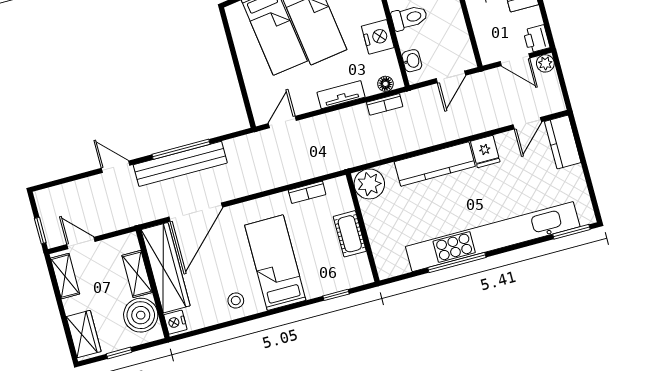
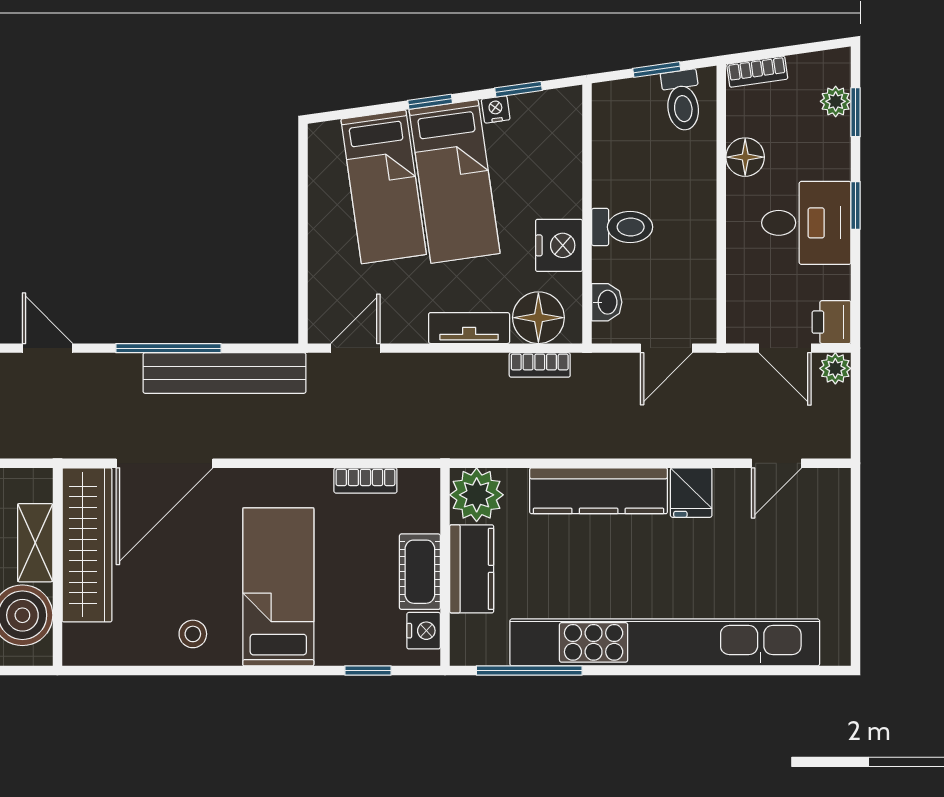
floor lamp: (385, 84) -> (538, 318), width x1.89, depth x1.89
kitchen counter: (563, 142) -> (472, 569), moved, turned 180
bench: (180, 164) -> (225, 373), moved
window: (571, 232) -> (803, 670), removed
window: (457, 263) -> (529, 670), moved
nightstand: (175, 322) -> (424, 631), moved, turned 180

